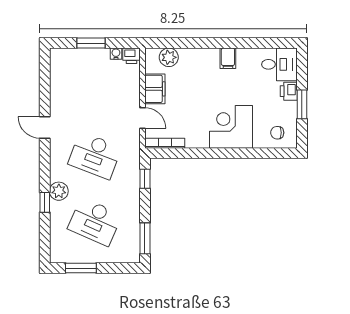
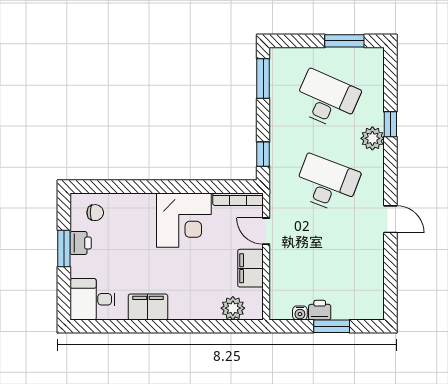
printer: (132, 56) -> (320, 310), moved
filing cabinet: (228, 58) -> (148, 307), width x2.00
printer: (289, 91) -> (81, 243), moved
corner desk: (231, 127) -> (184, 220), moved

